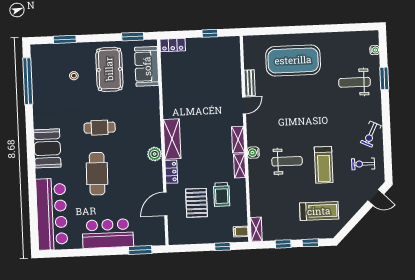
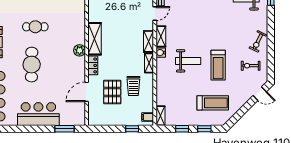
shelving: (253, 133) -> (161, 36), added

